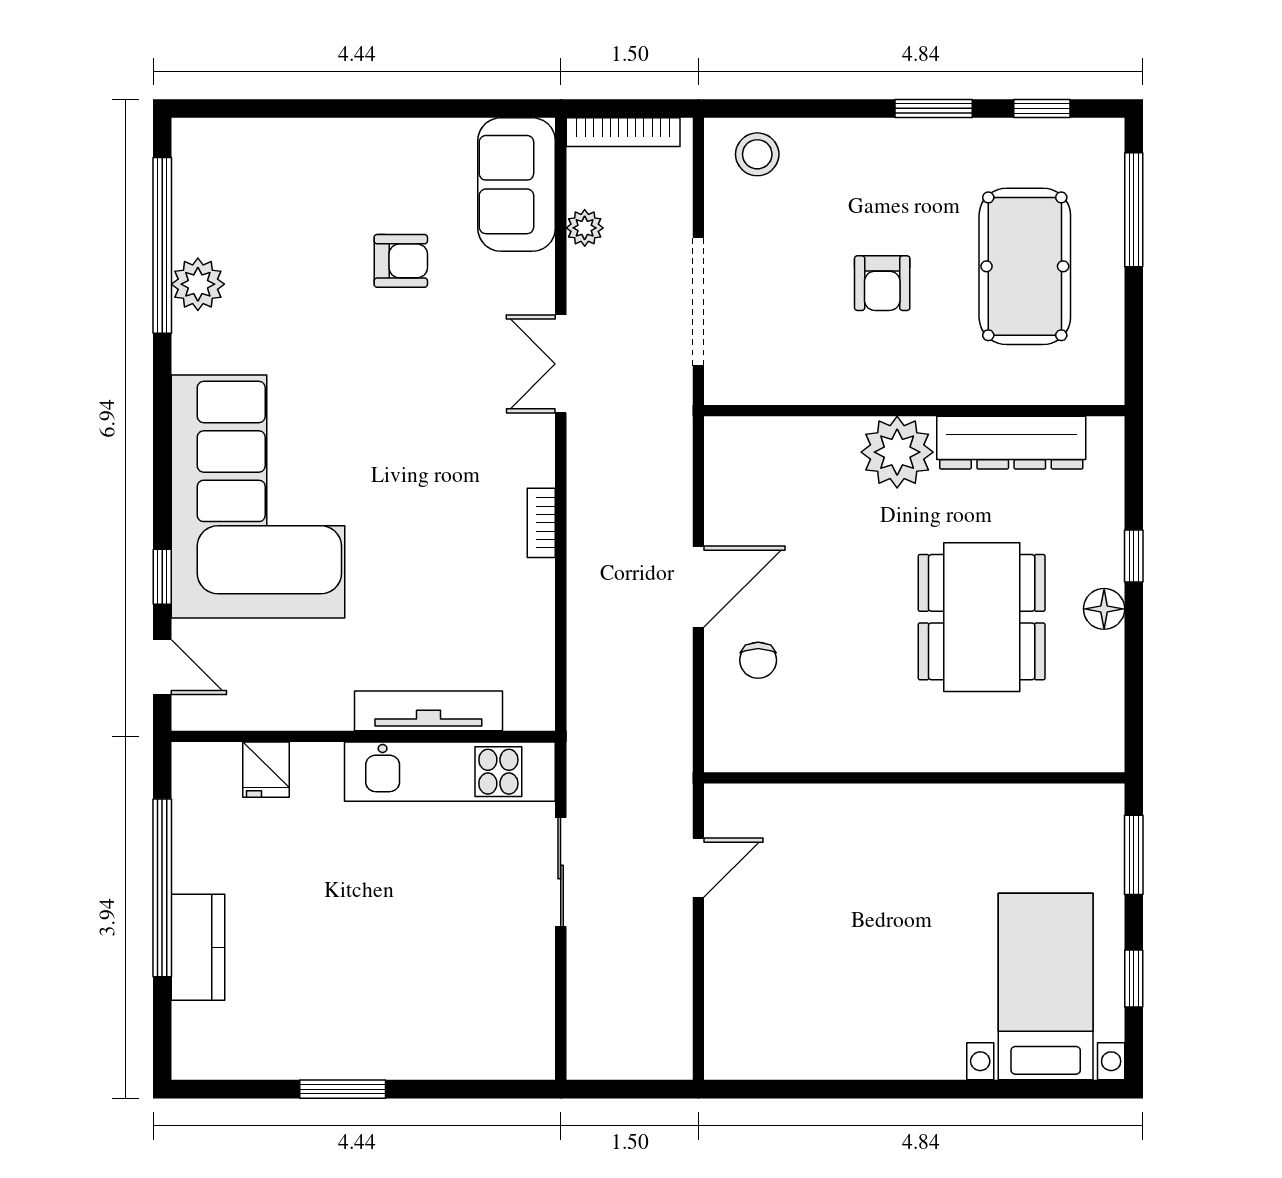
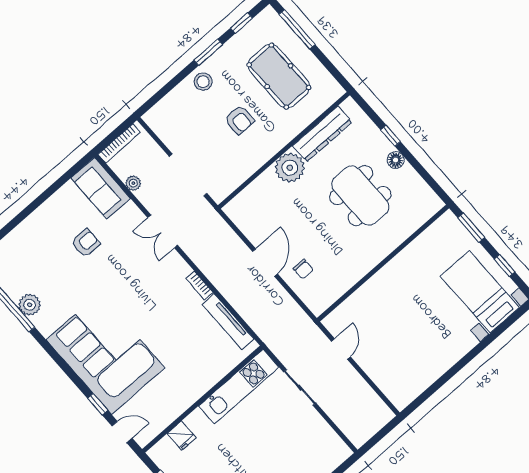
stool: (757, 154) -> (203, 82), moved
tv unit: (428, 711) -> (228, 322), moved, turned -90

